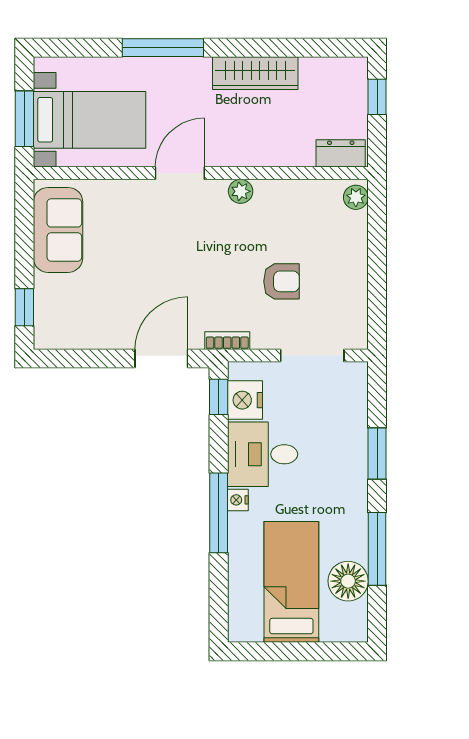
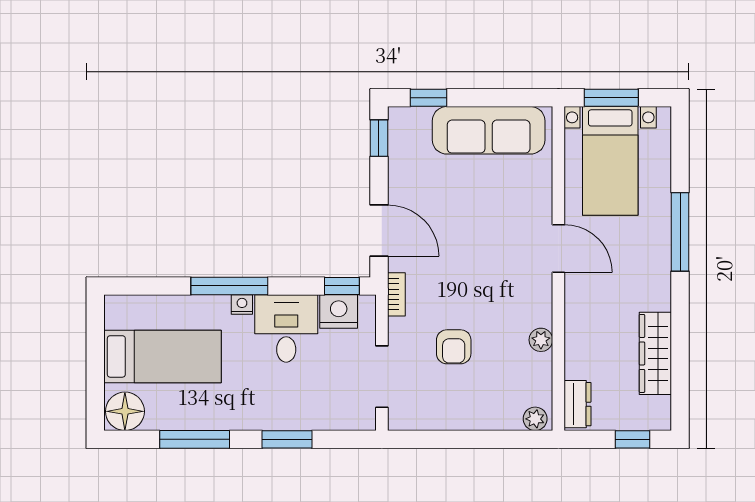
wardrobe: (255, 73) -> (655, 353), moved
plant: (241, 191) -> (541, 340), moved
sofa: (58, 230) -> (489, 130), width x1.36
window: (66, 359) -> (379, 138), added
floor lamp: (348, 581) -> (125, 411), moved

